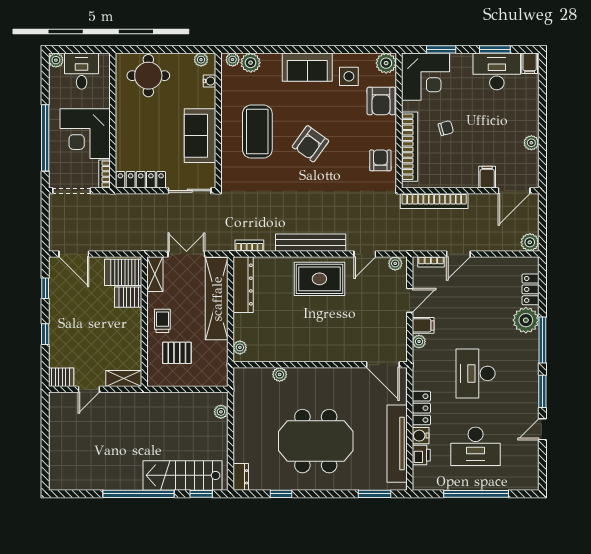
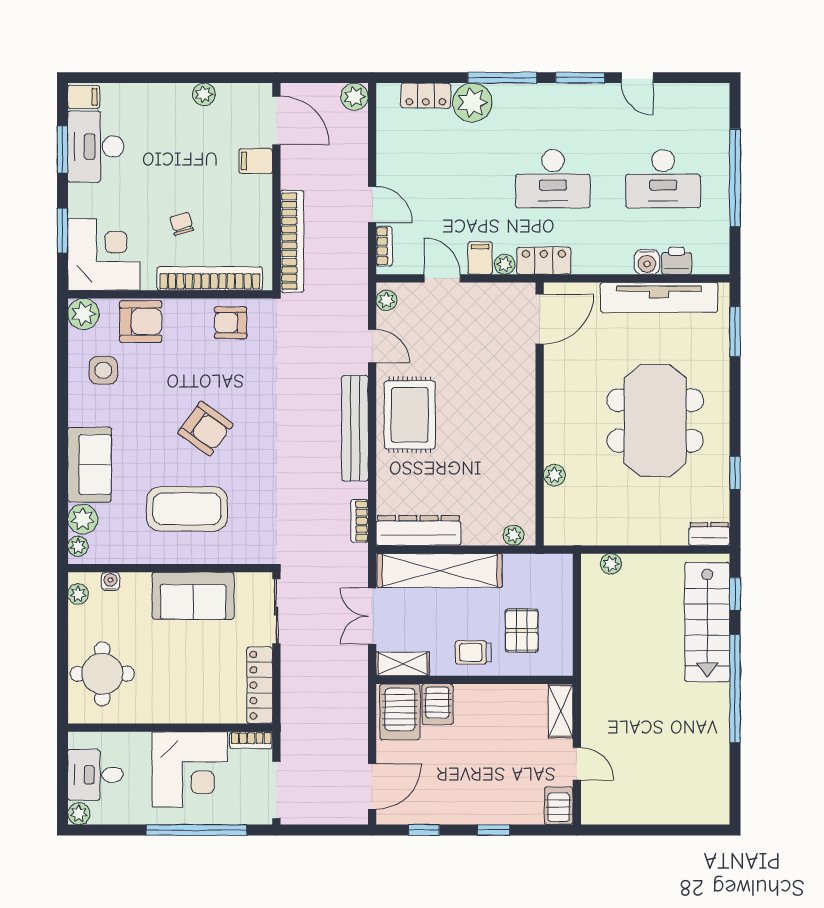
sofa: (307, 67) -> (89, 465), moved
locker: (421, 408) -> (544, 261), moved
desk: (476, 446) -> (663, 179), turned 90

